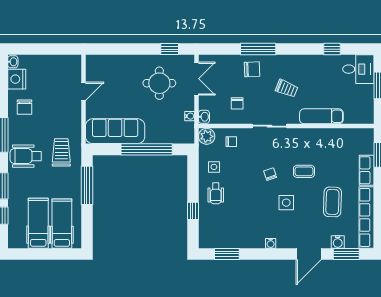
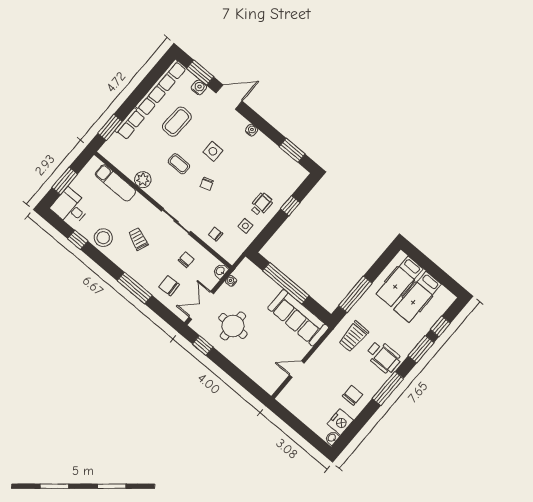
stool: (314, 67) -> (103, 238), added
chair: (252, 69) -> (169, 286), moved
exam couch: (321, 116) -> (116, 183), moved
plant: (207, 136) -> (143, 180), moved

